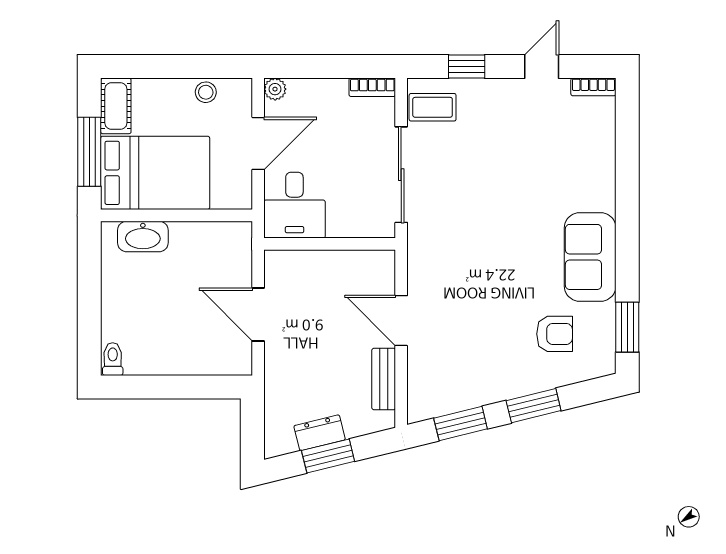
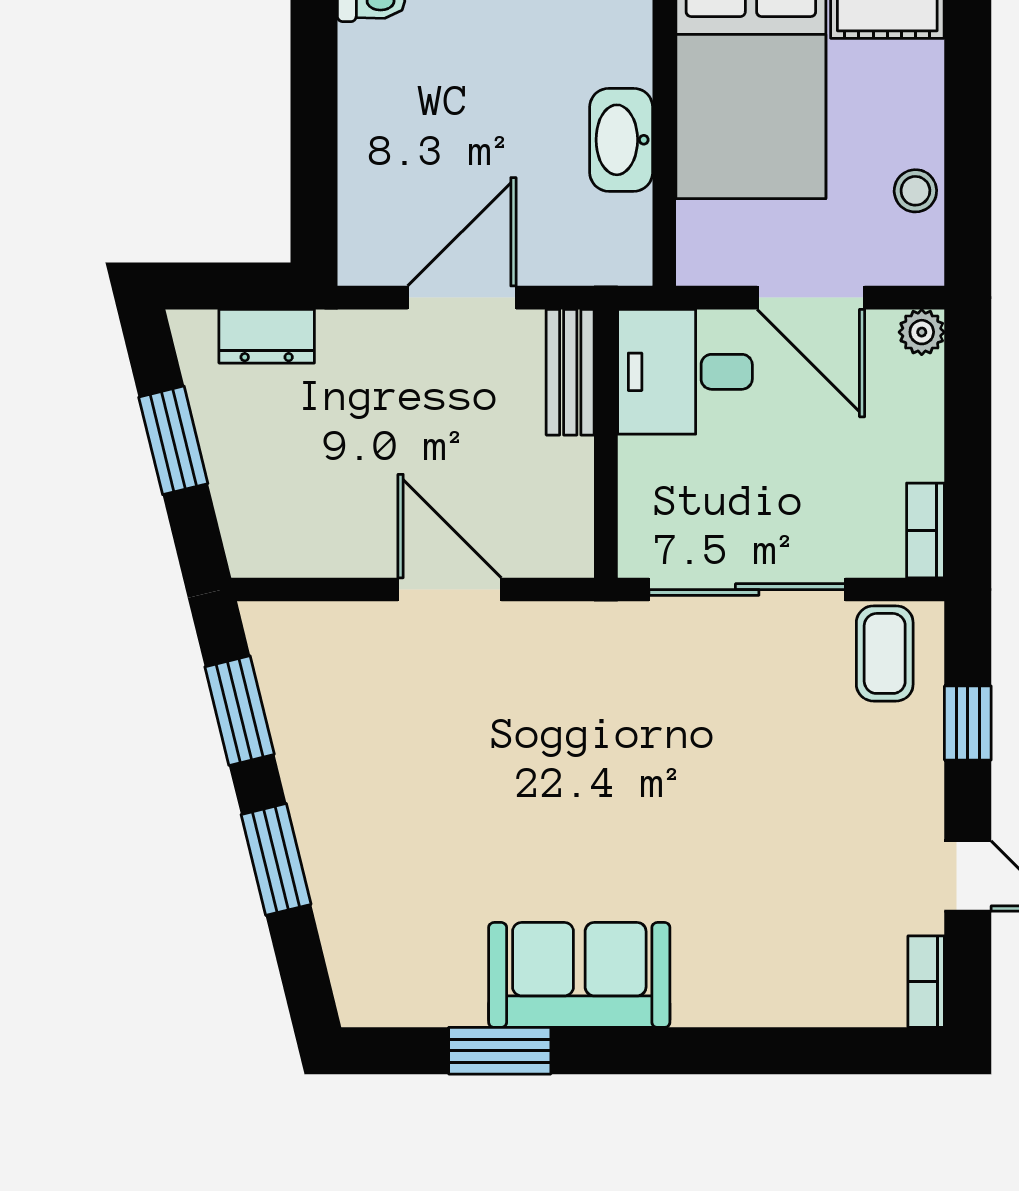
washbasin: (143, 236) -> (621, 140), moved
door: (401, 321) -> (450, 590), hinge flipped
window: (627, 327) -> (500, 1051), moved
armchair: (555, 334) -> (422, 902), removed
bench: (384, 379) -> (570, 372), moved, turned 90
dresser: (320, 433) -> (267, 336), moved, turned 104

